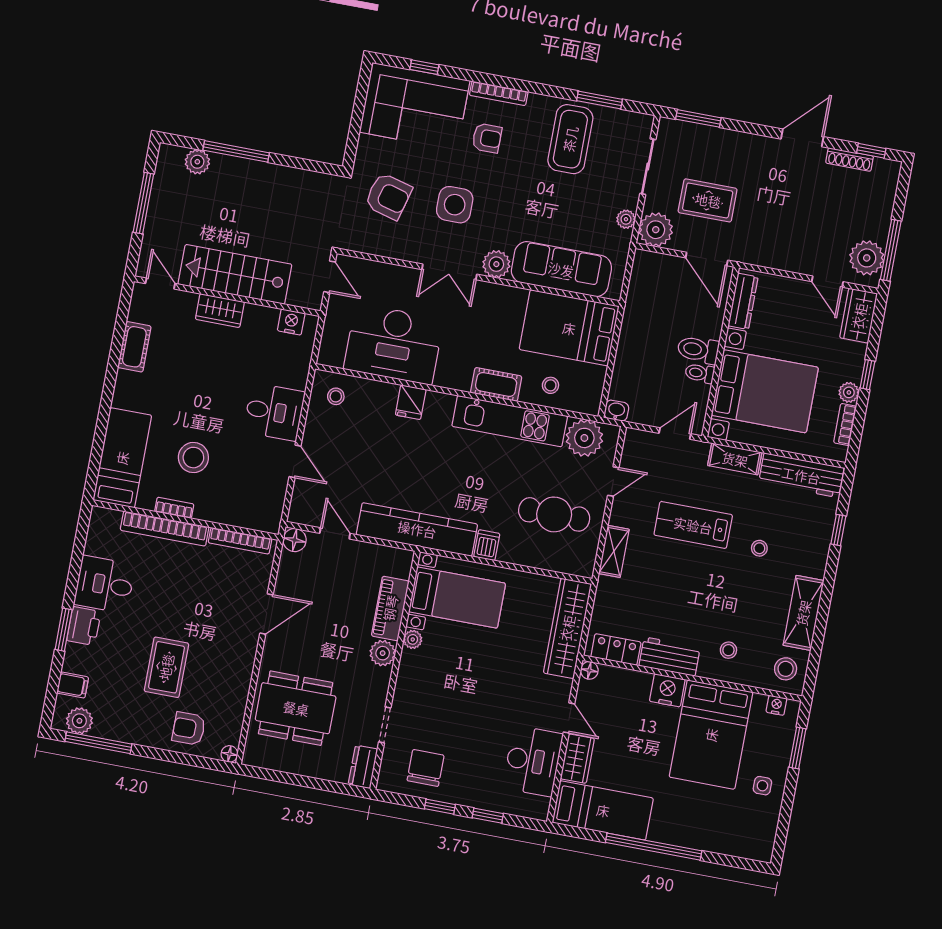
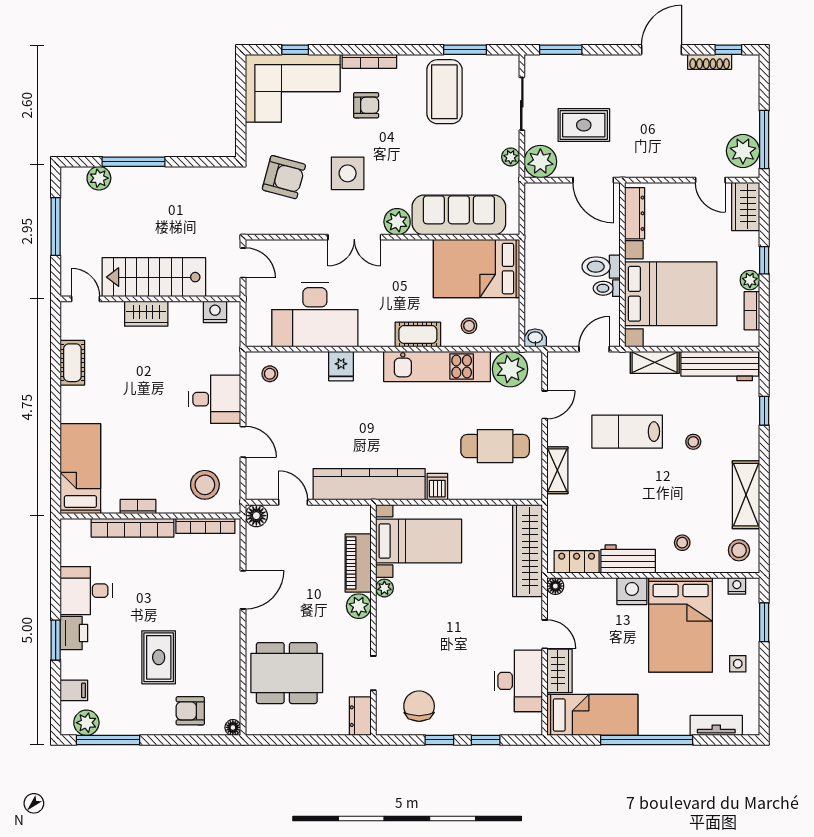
stool: (193, 458) -> (205, 485), moved
tv unit: (728, 845) -> (716, 725), added

